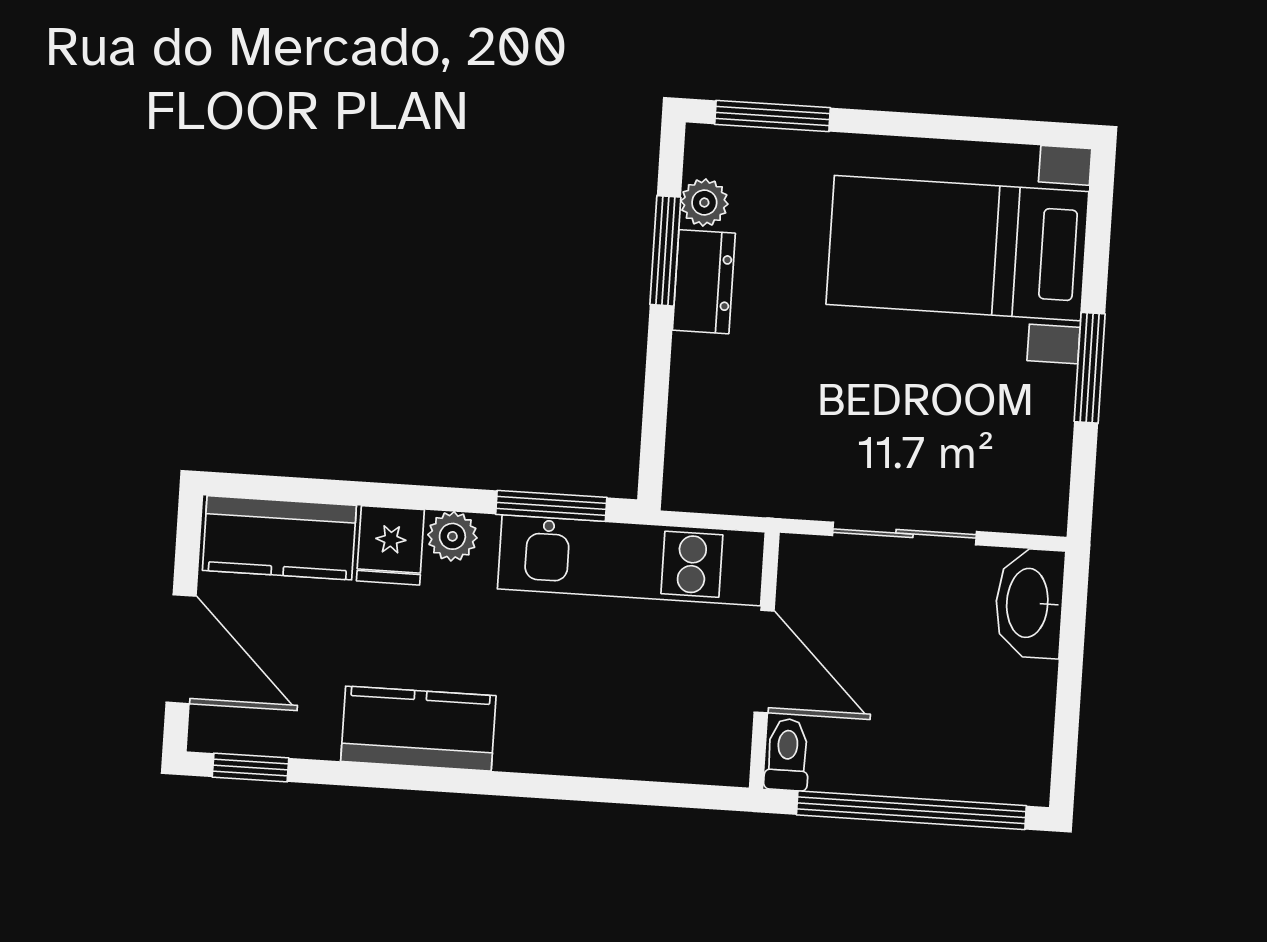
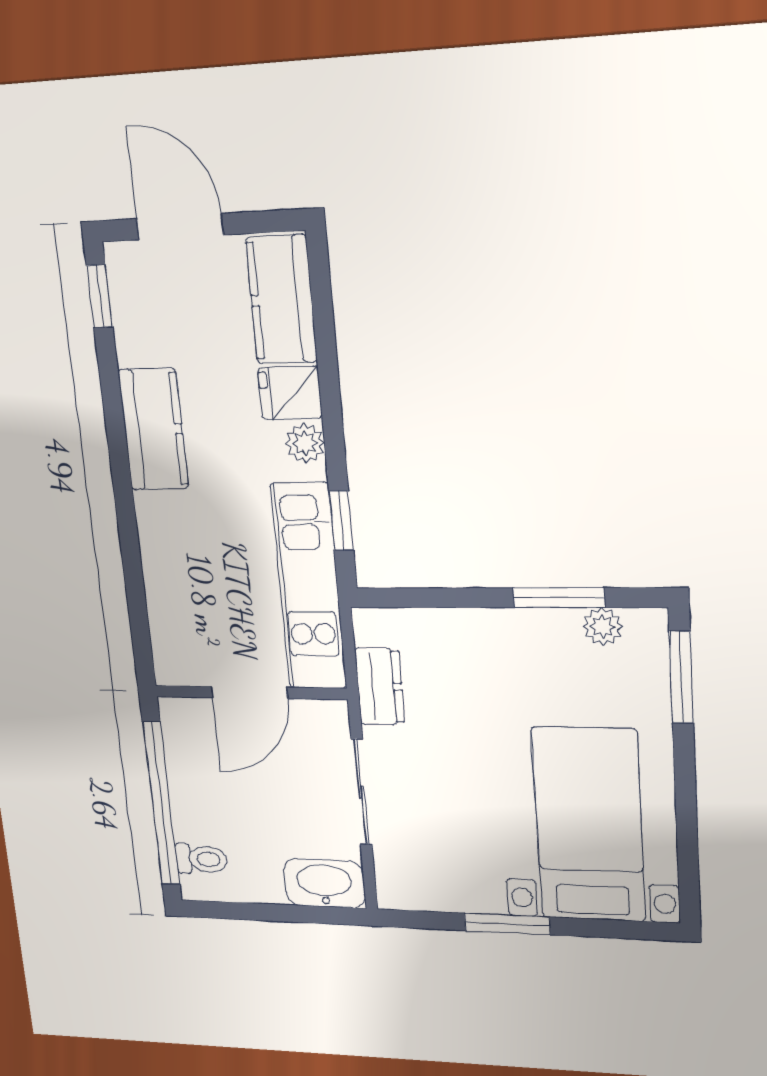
dresser: (704, 282) -> (380, 686), moved, turned -90
window: (551, 506) -> (341, 521), width x0.67
door: (181, 649) -> (180, 227), swing flipped
toilet: (787, 755) -> (201, 859), moved

